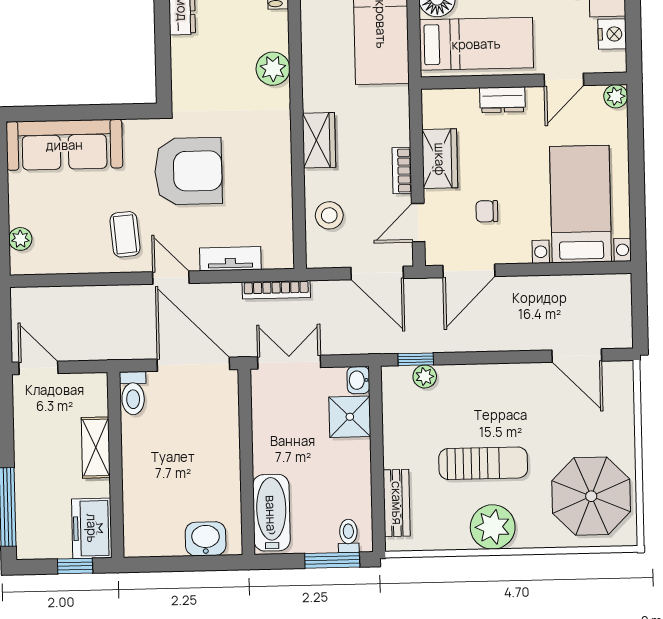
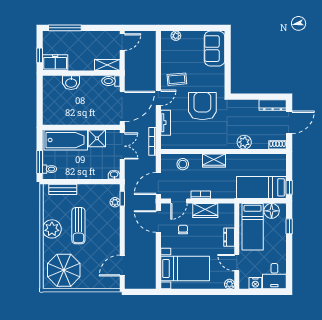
sofa: (64, 145) -> (215, 49), width x0.73
armchair: (188, 171) -> (202, 106), turned 180
door: (418, 223) -> (179, 201), swing flipped
shower: (350, 417) -> (97, 138), moved
shelving: (96, 448) -> (107, 65), moved
bathtub: (271, 513) -> (66, 140), width x1.36, depth x1.36
washbasin: (206, 539) -> (71, 83), moved, turned 90

